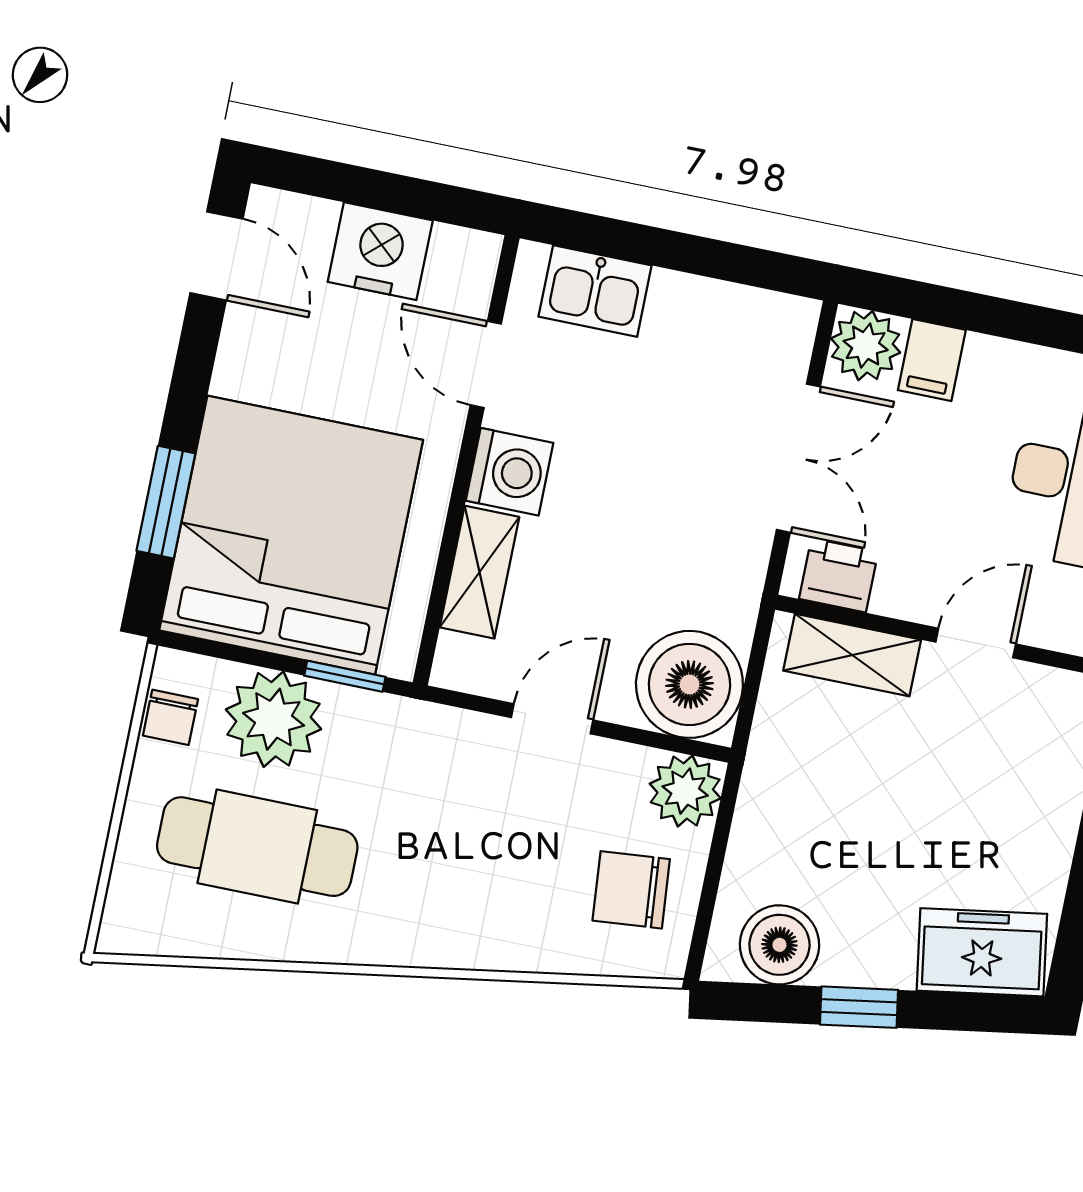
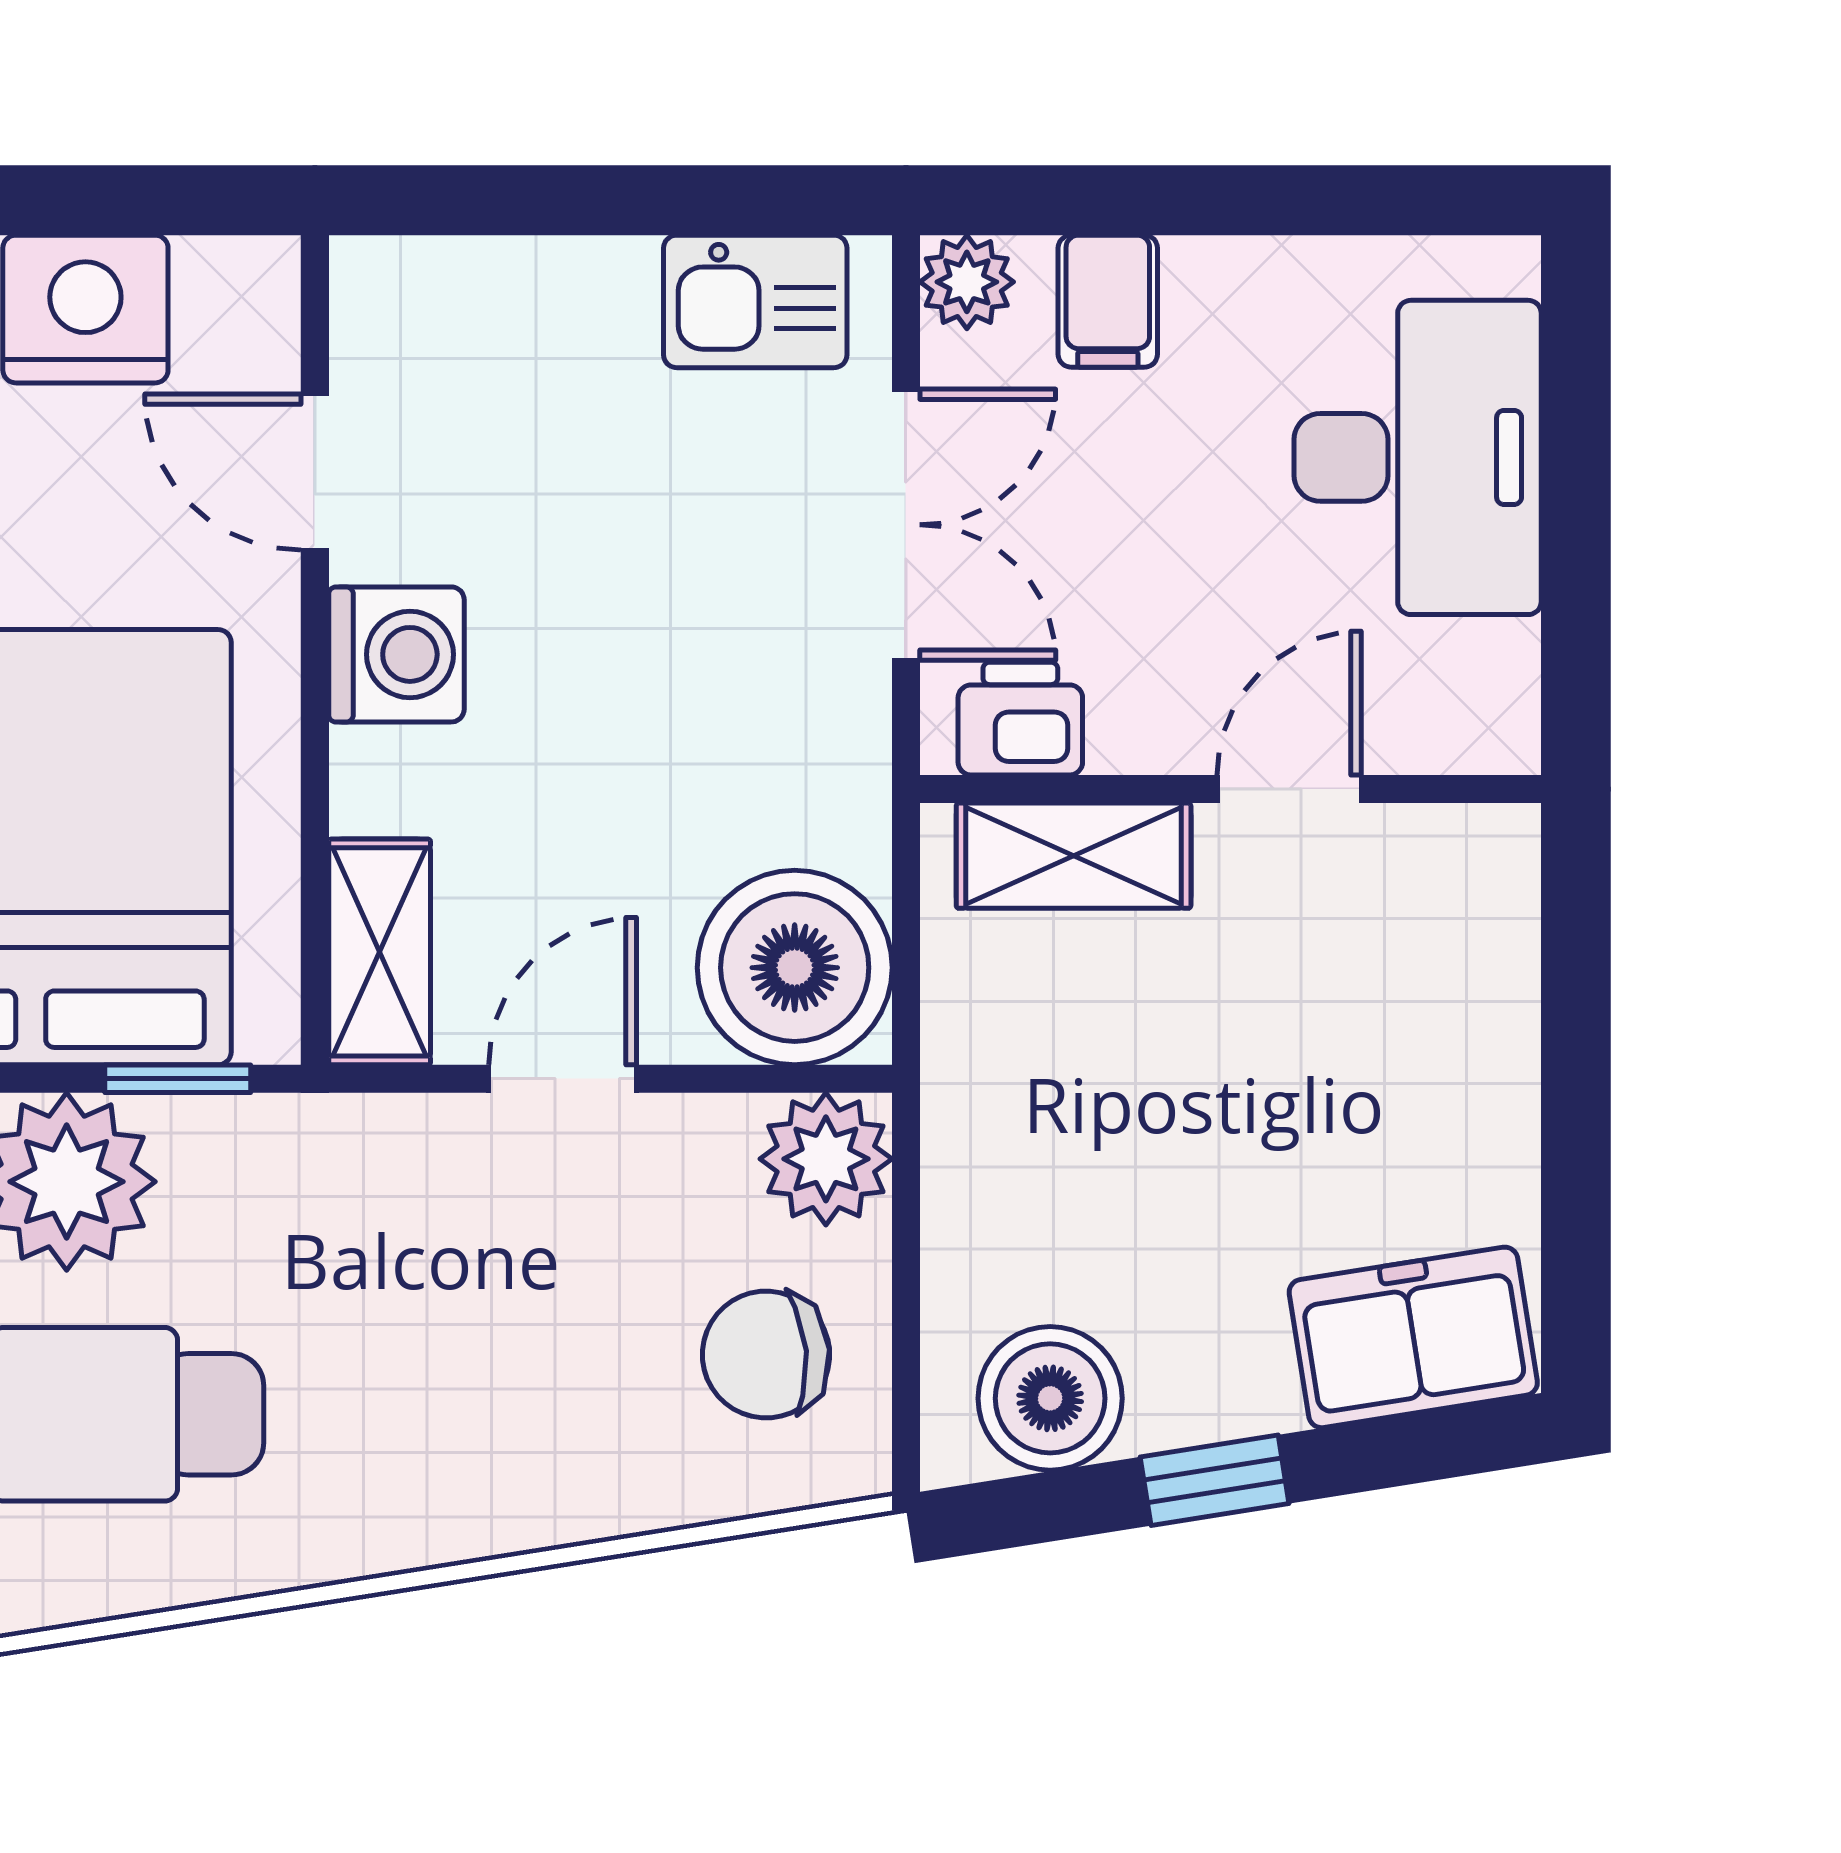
kitchen sink: (595, 291) -> (755, 301), moved
plant: (866, 346) -> (967, 282), width x0.73, depth x0.73
shelving: (479, 572) -> (380, 952), moved

